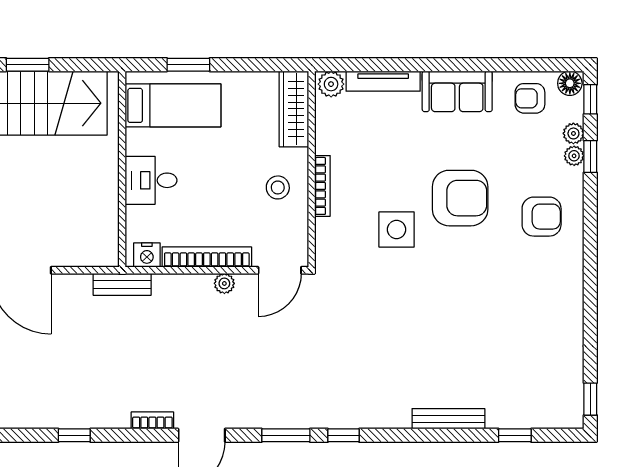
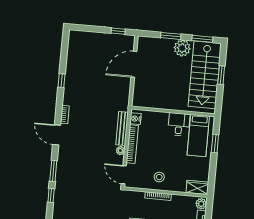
wardrobe: (294, 109) -> (197, 187), width x0.67
desk: (151, 180) -> (179, 124), moved
bench: (122, 284) -> (122, 128), moved, width x1.36

